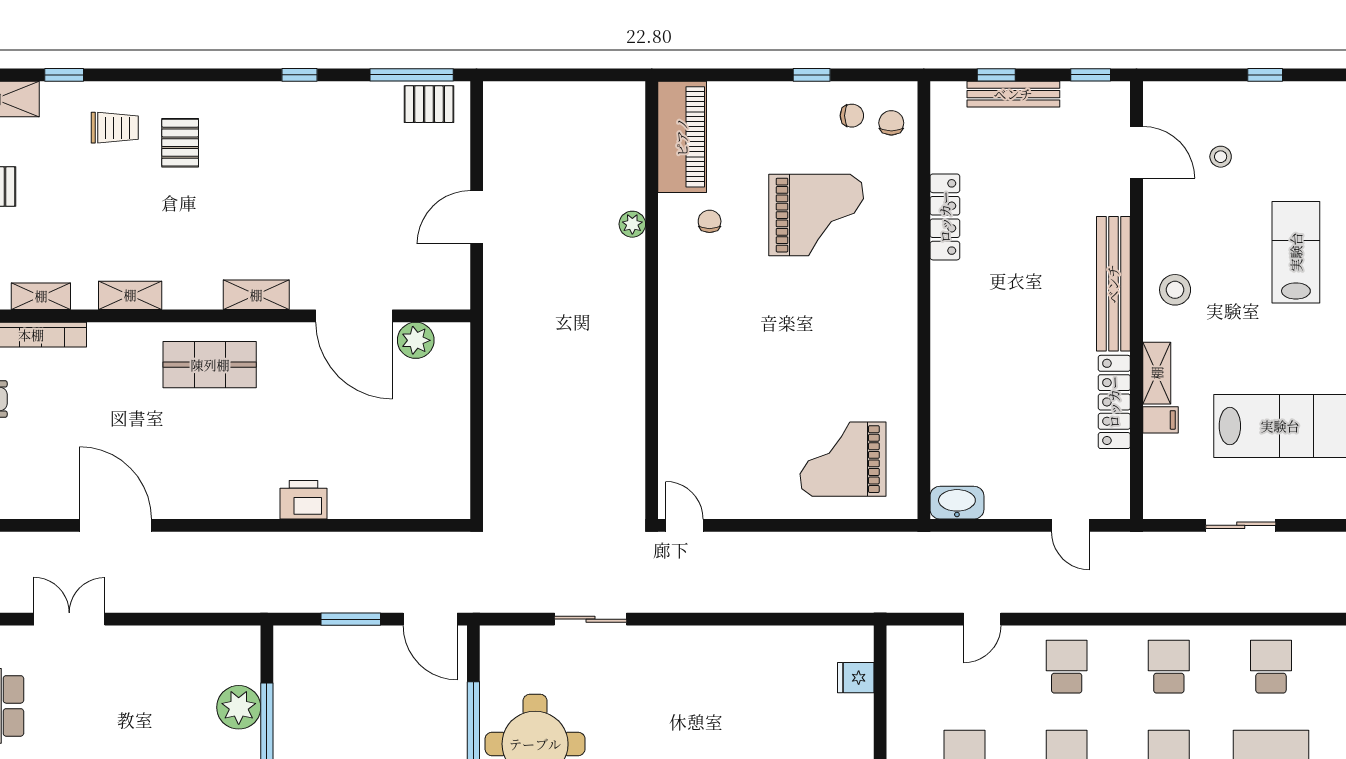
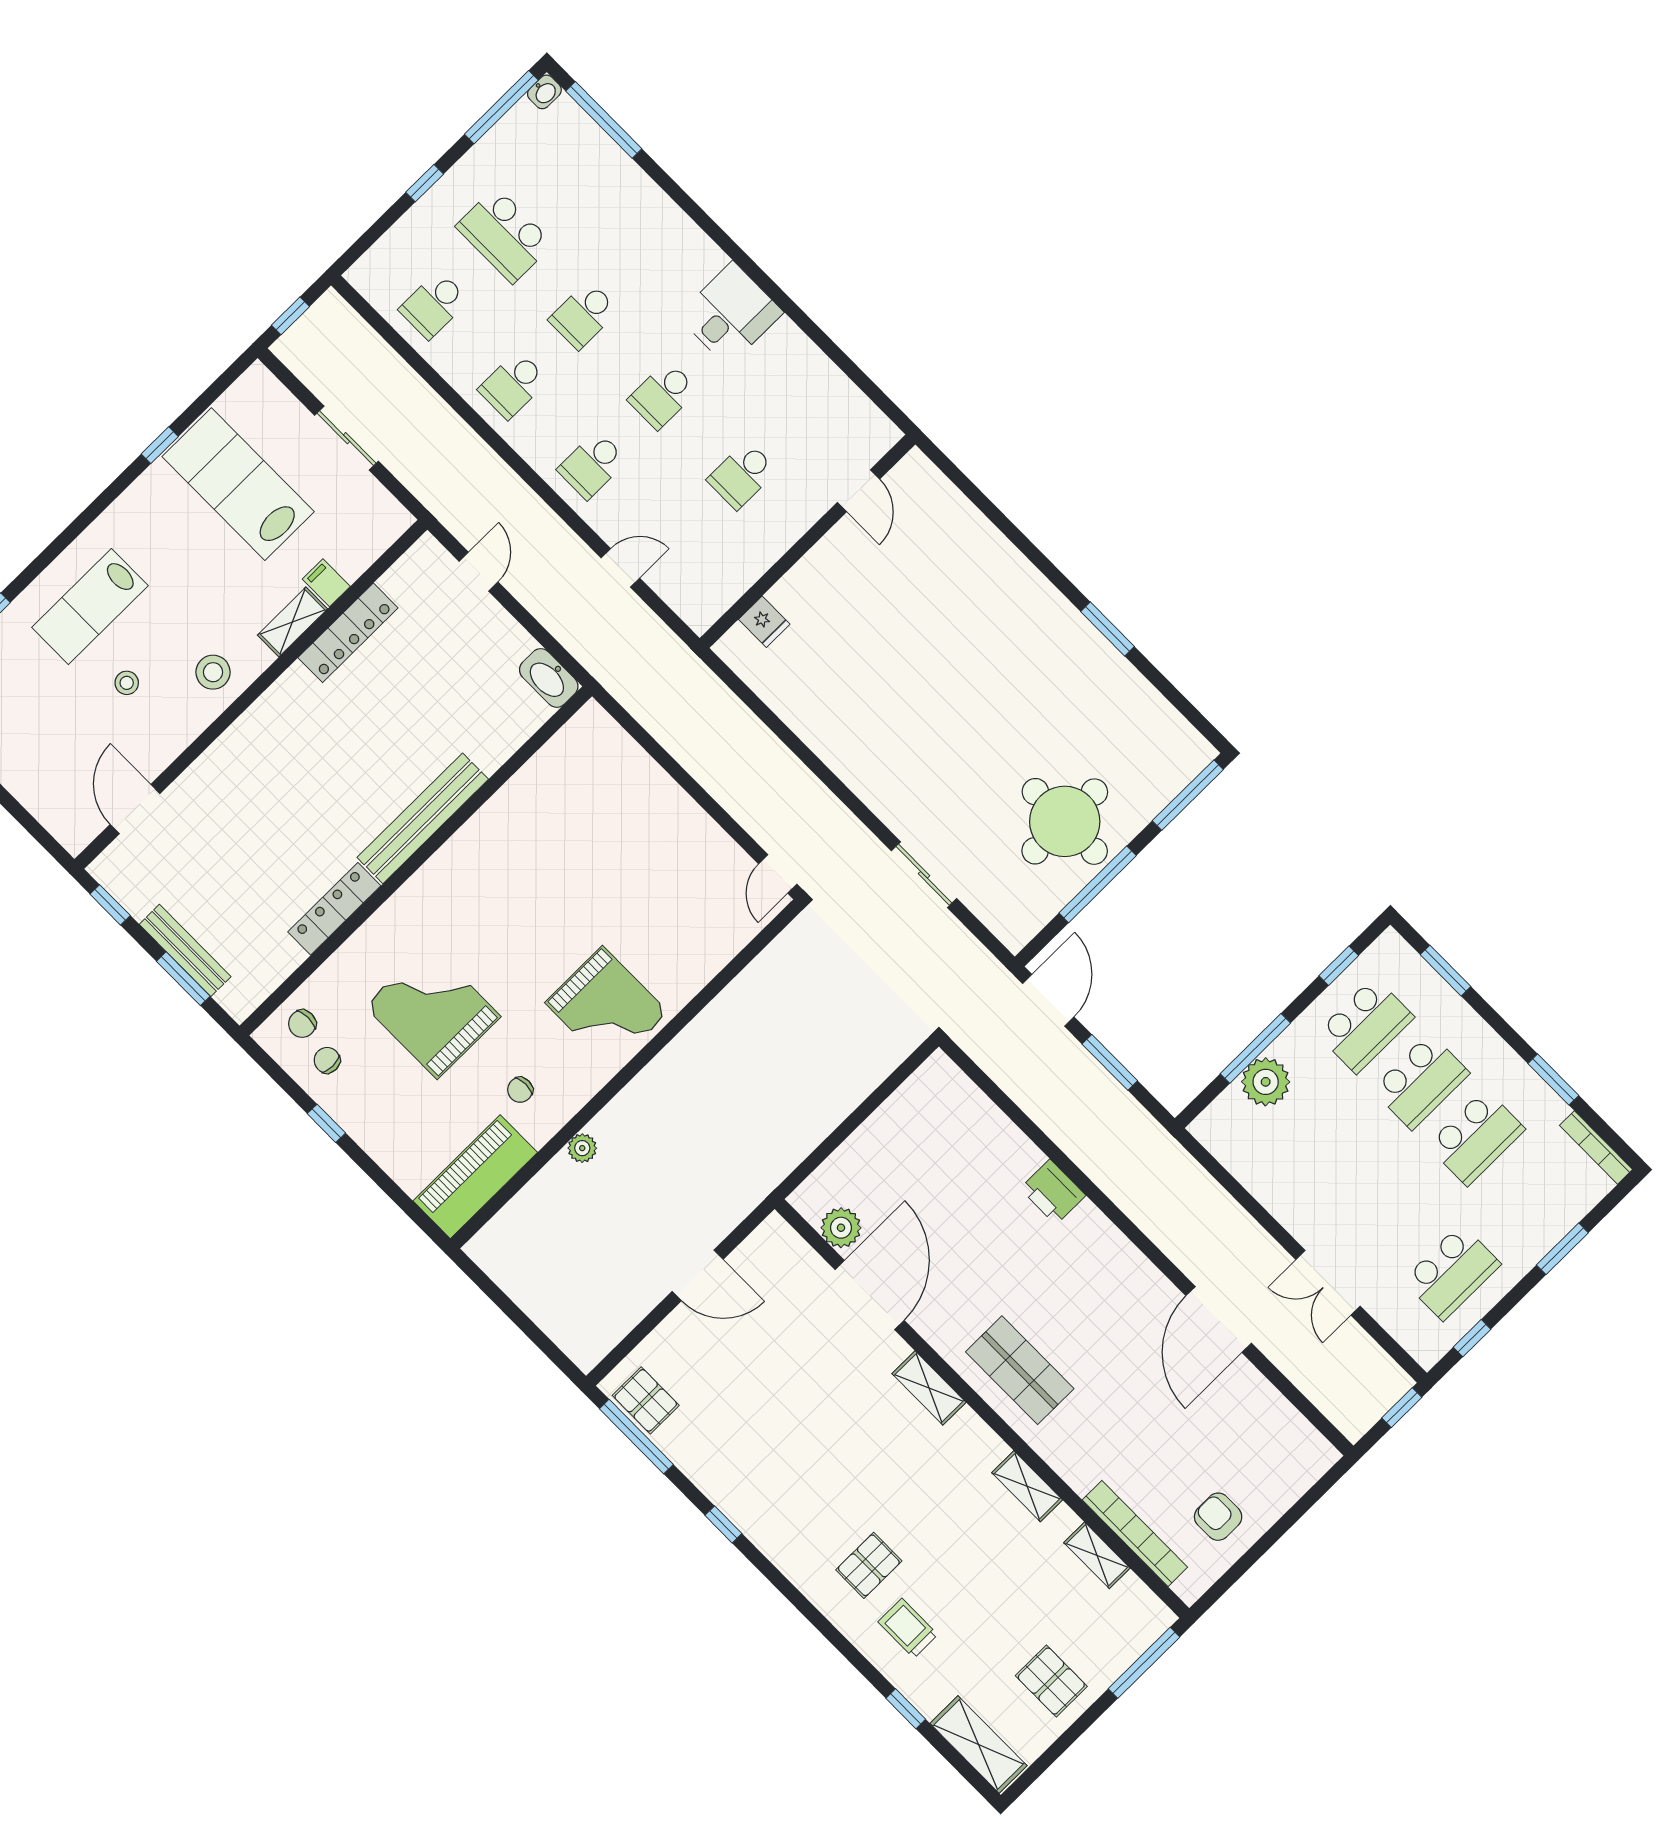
window: (996, 75) -> (183, 979), width x1.50
stool: (1221, 157) -> (127, 683), moved
bench: (1113, 284) -> (423, 818), moved
grand piano: (843, 459) -> (607, 1007), moved

